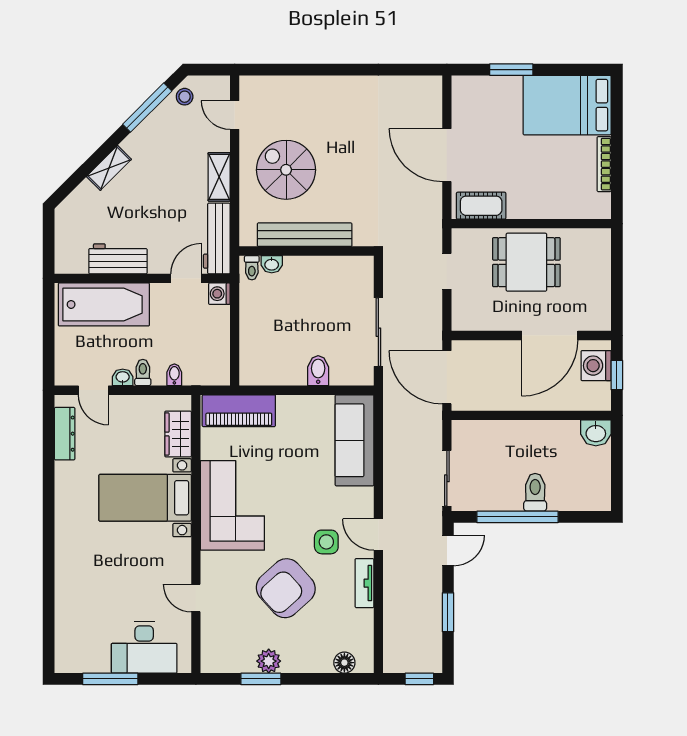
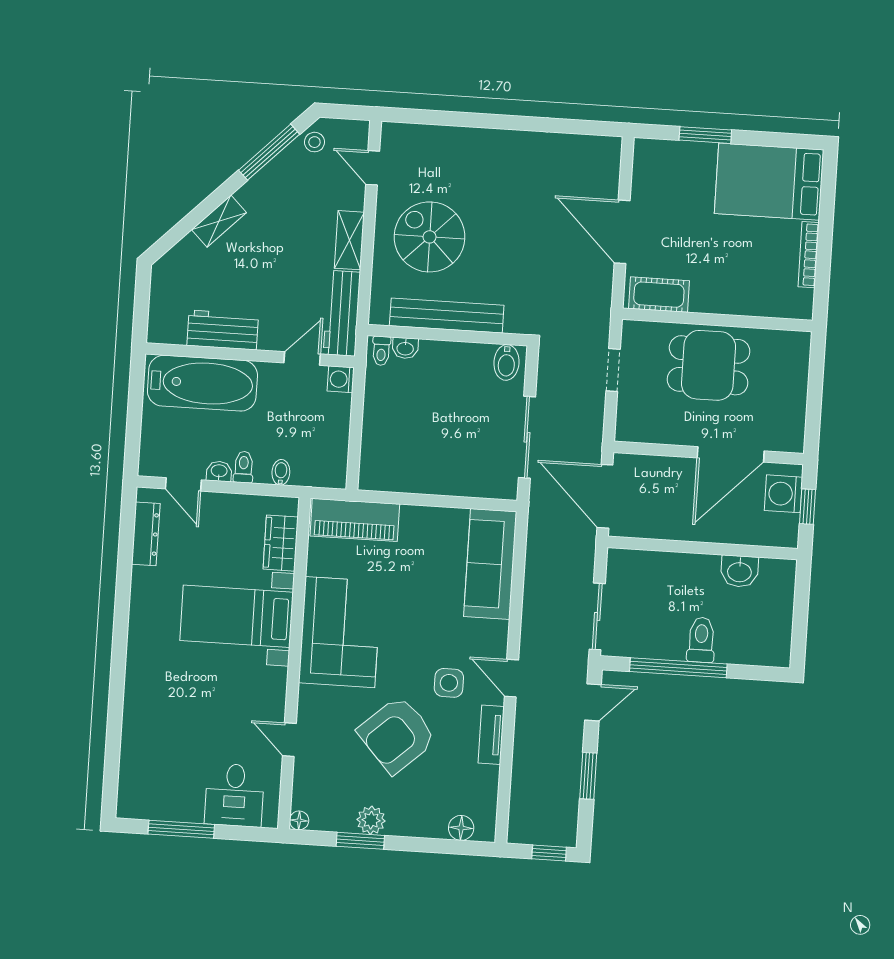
bidet: (318, 371) -> (506, 362), moved, turned 180
washbasin: (596, 433) -> (739, 571), moved
desk: (144, 647) -> (235, 795), width x0.73
floor lamp: (208, 665) -> (299, 820), added

